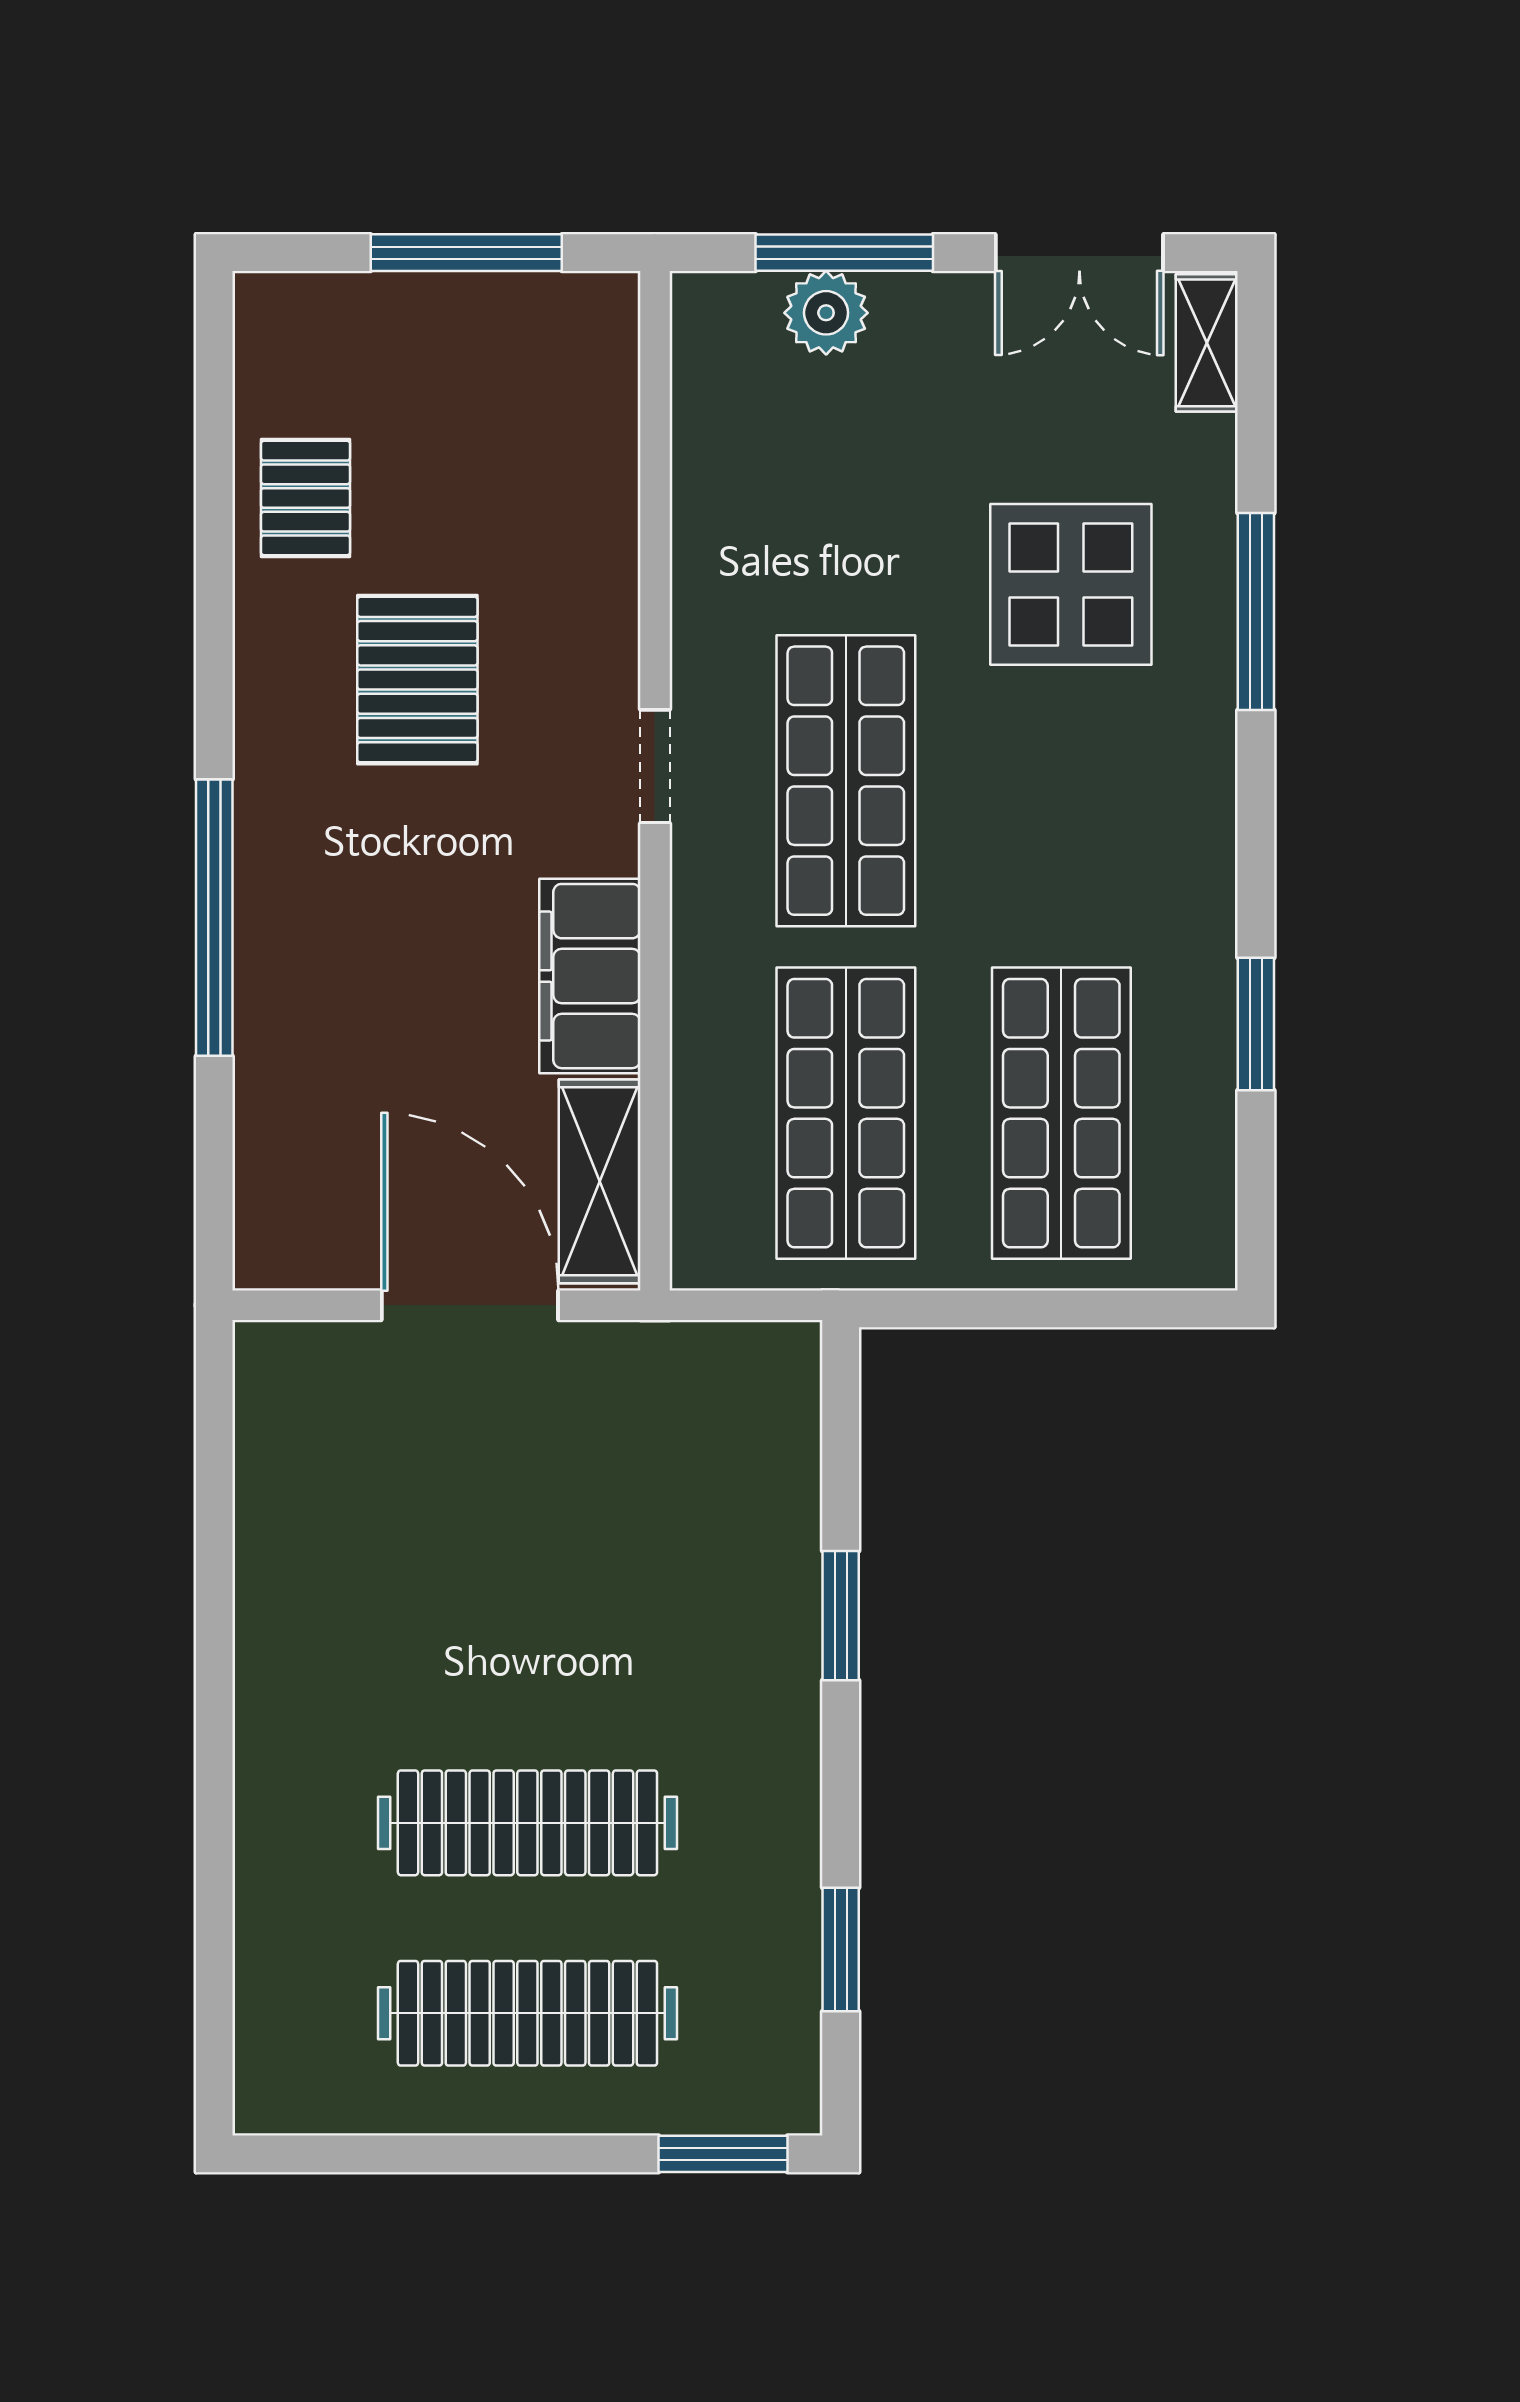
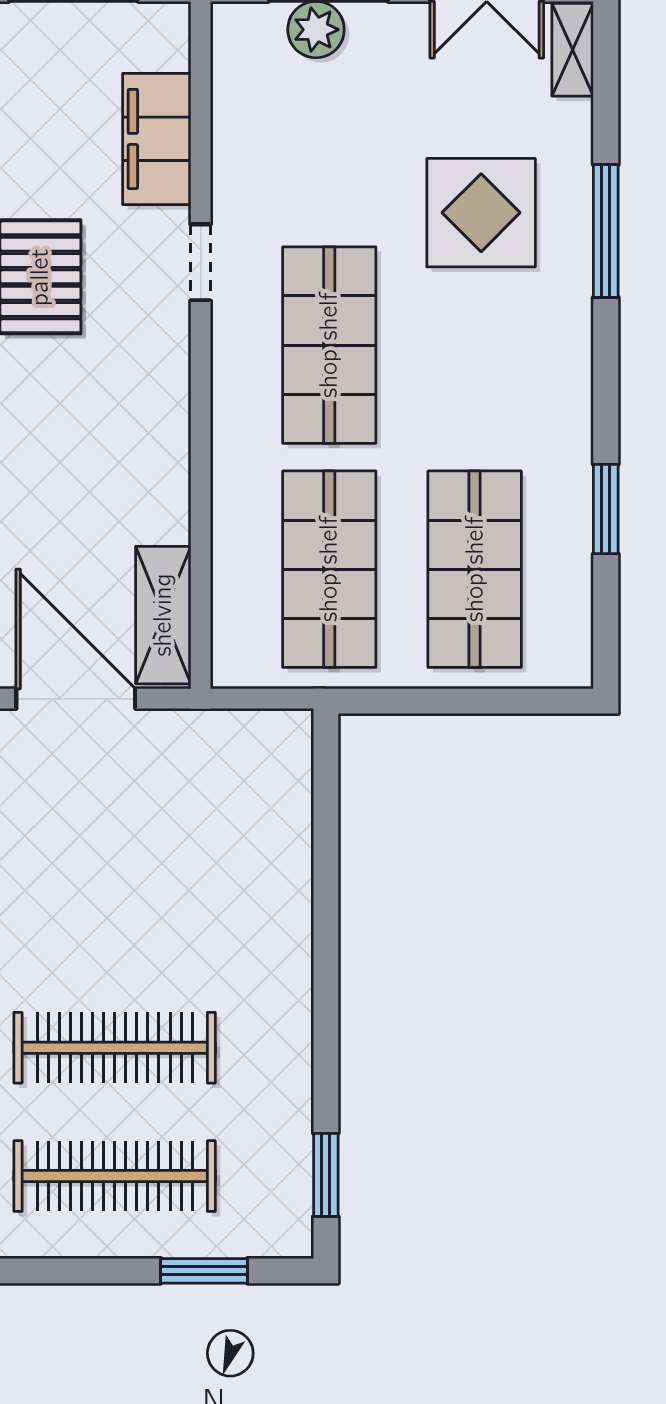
doorway: (655, 766) -> (201, 262), moved
filing cabinet: (590, 976) -> (157, 139), moved
window: (841, 1616) -> (326, 908), removed
window: (841, 1950) -> (326, 1175), moved
window: (723, 2154) -> (204, 1271), moved

